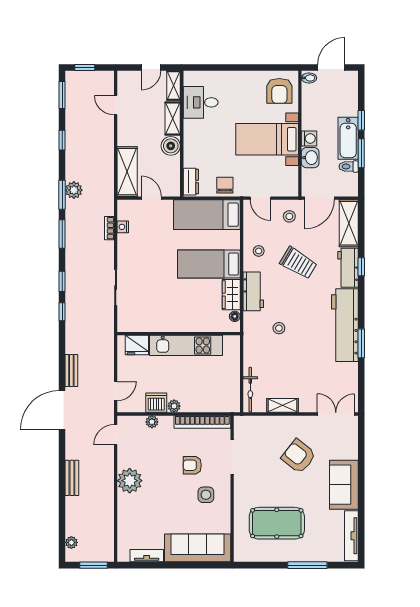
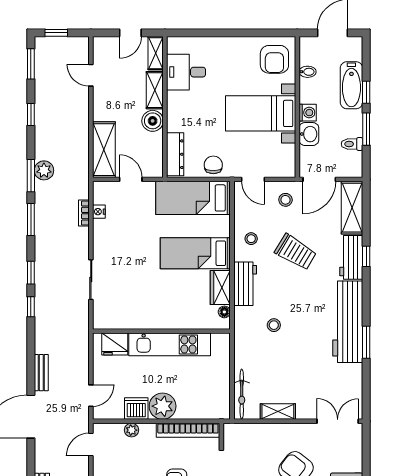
bidet: (309, 78) -> (308, 72), moved
bathtub: (348, 138) -> (351, 85), moved
dresser: (191, 182) -> (175, 154), width x1.44
plant: (174, 406) -> (163, 406), width x1.87, depth x1.87

